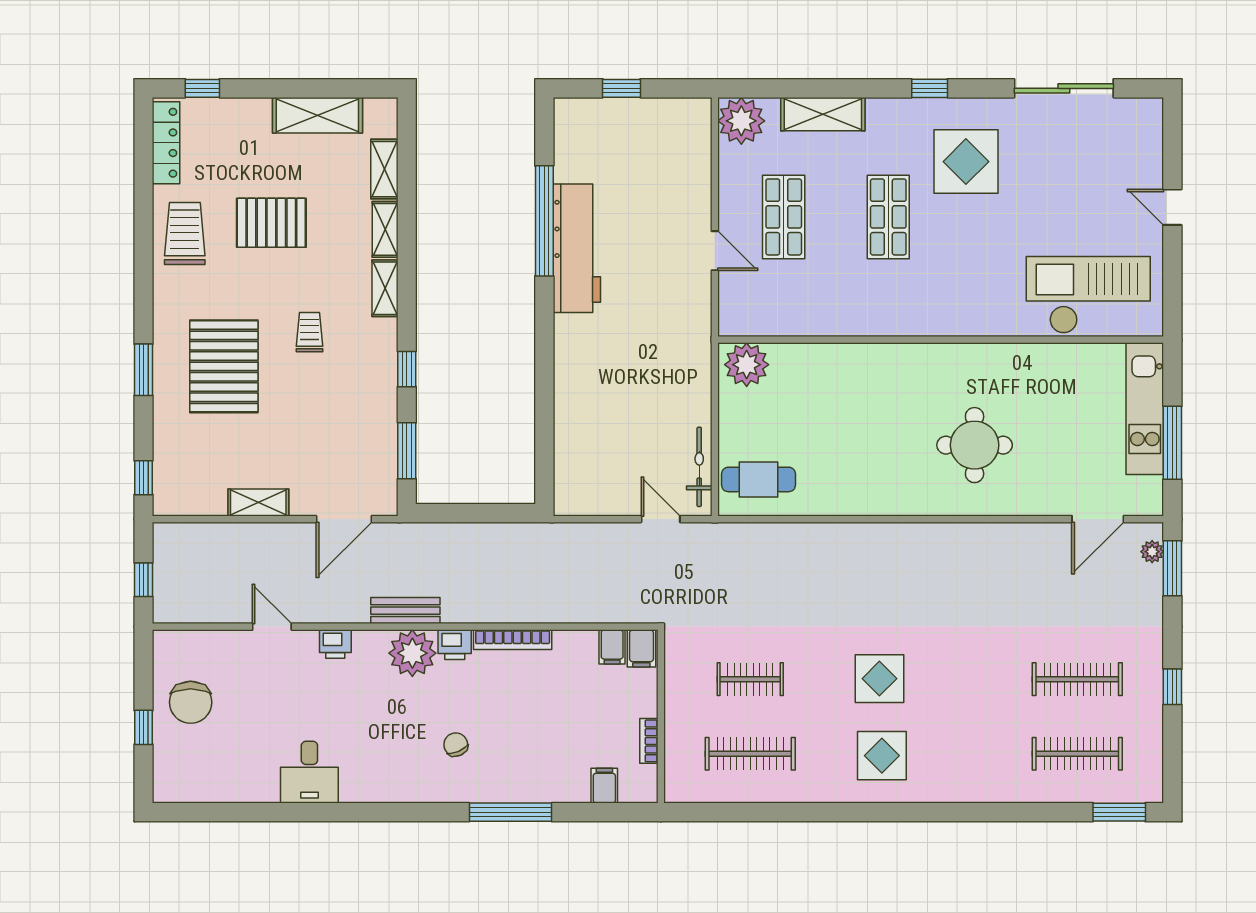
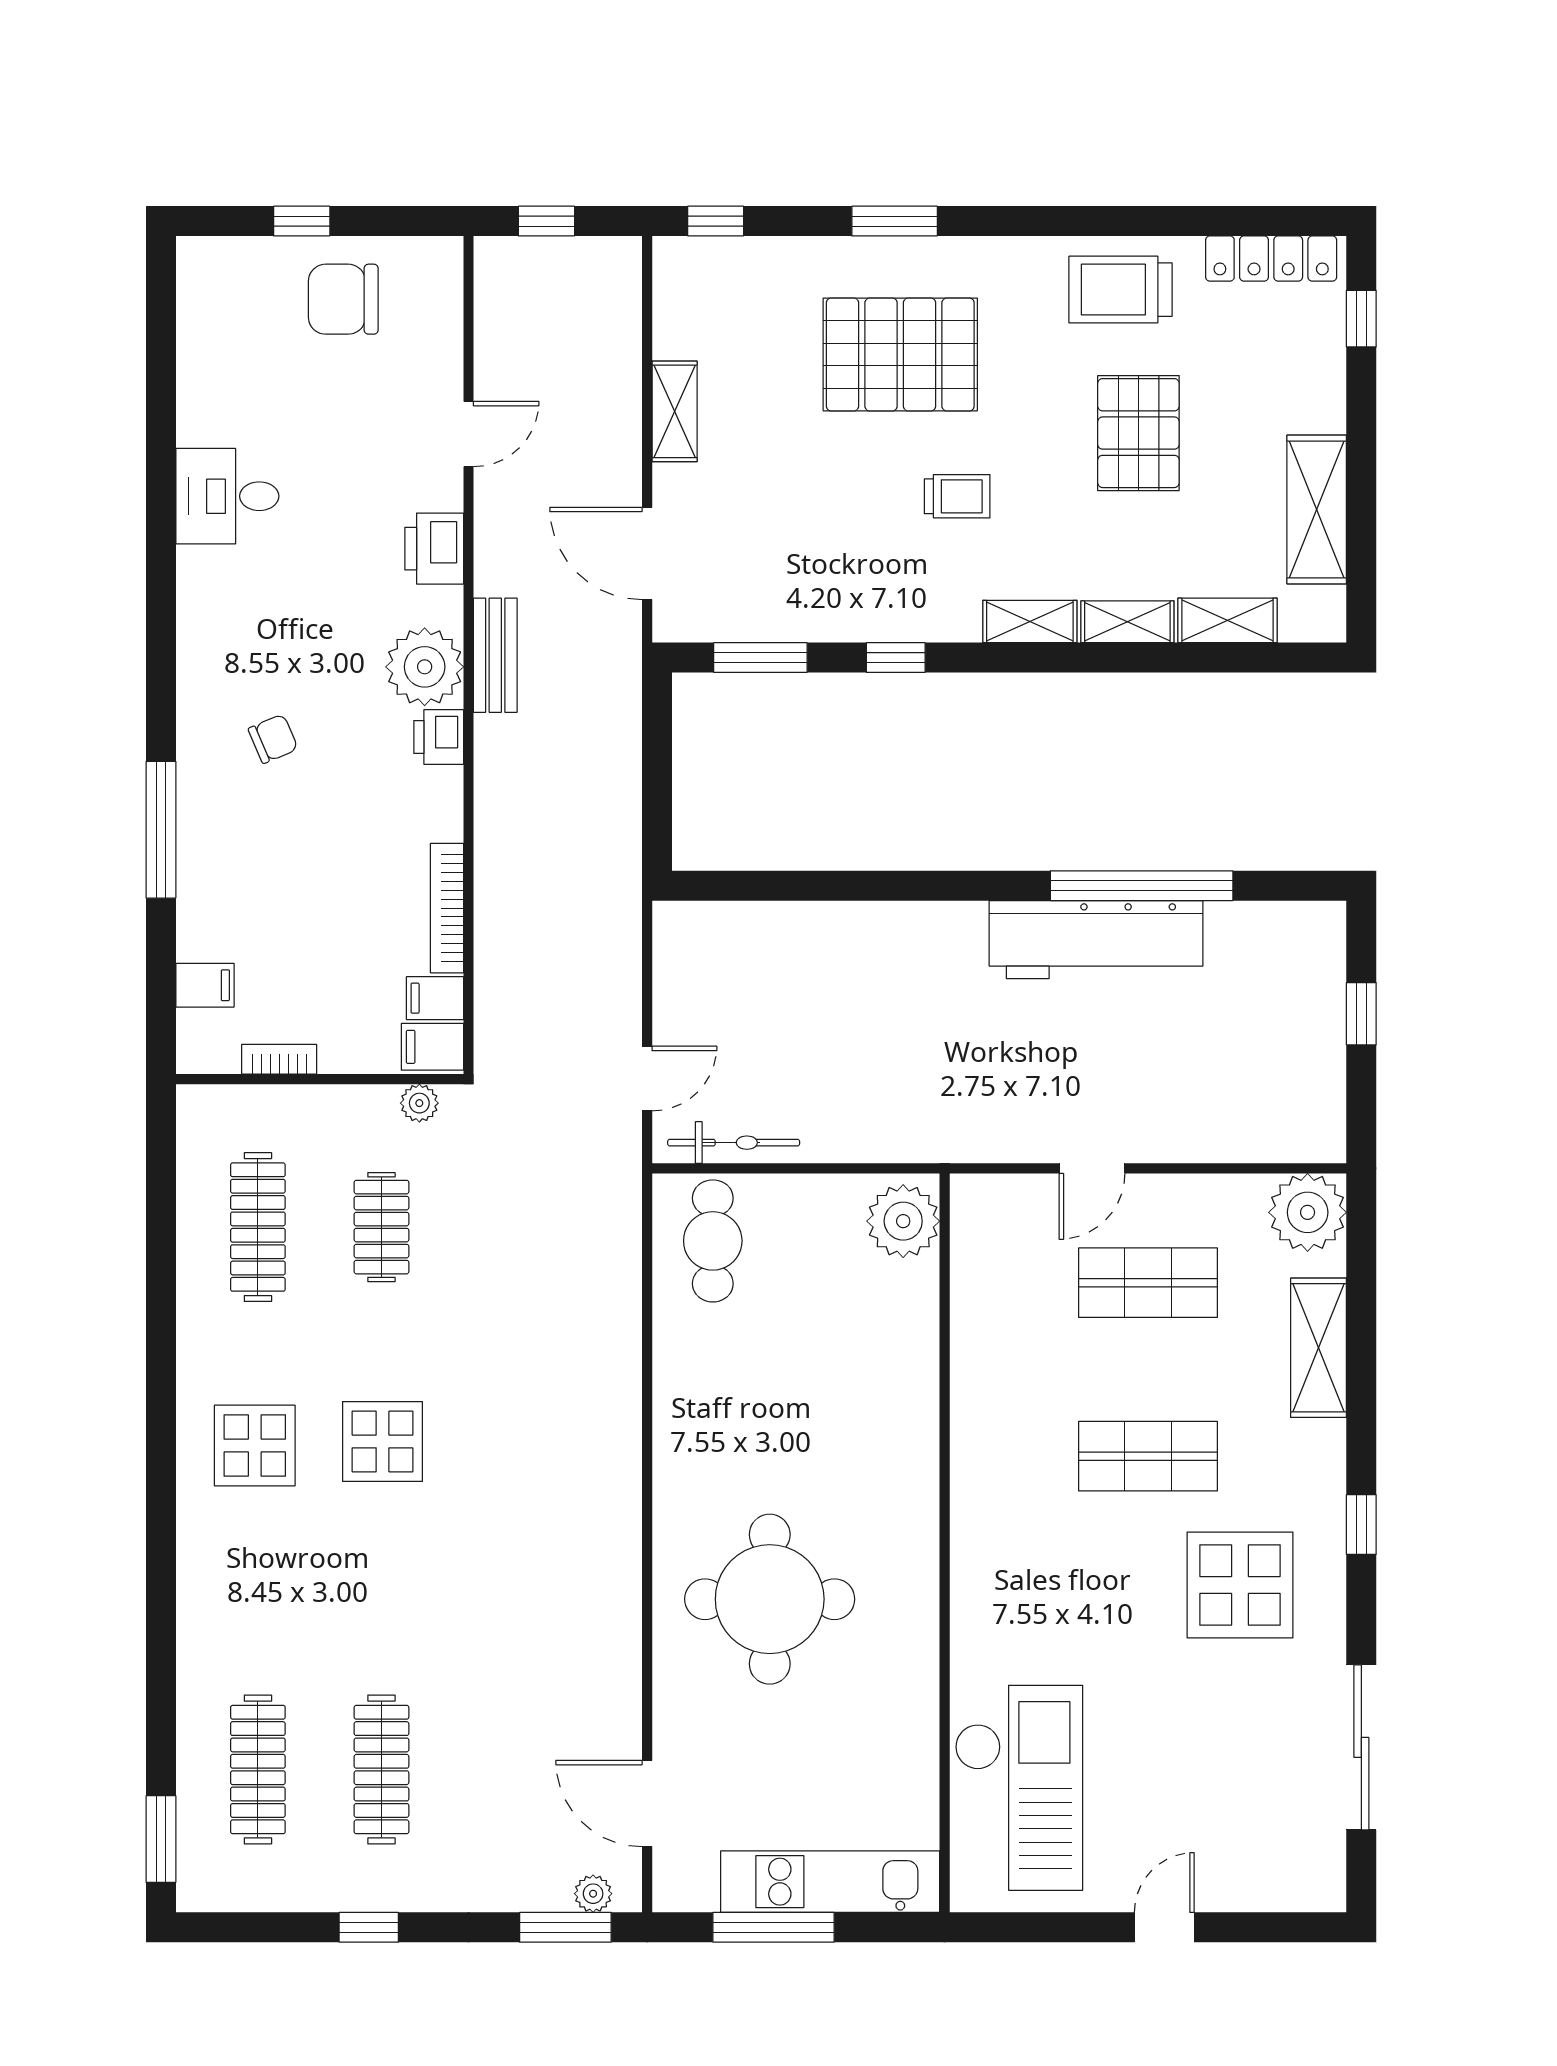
trolley: (185, 234) -> (1121, 290), turned 180
round table: (975, 445) -> (770, 1599), width x1.36, depth x1.36
bookcase: (513, 640) -> (447, 908), moved
printer: (335, 644) -> (434, 549), width x1.36, depth x1.24
plant: (675, 656) -> (419, 1103), added

